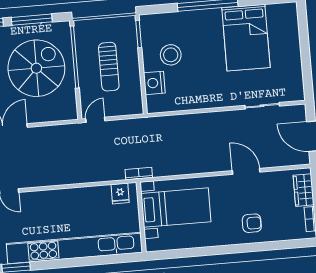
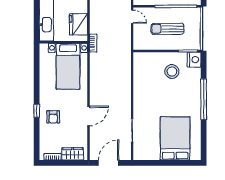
bed: (246, 38) -> (175, 138), moved, turned 90
nightstand: (154, 83) -> (194, 60), moved, turned 90
fridge: (120, 194) -> (78, 24), width x1.88, depth x1.34
window: (245, 248) -> (37, 111), added

